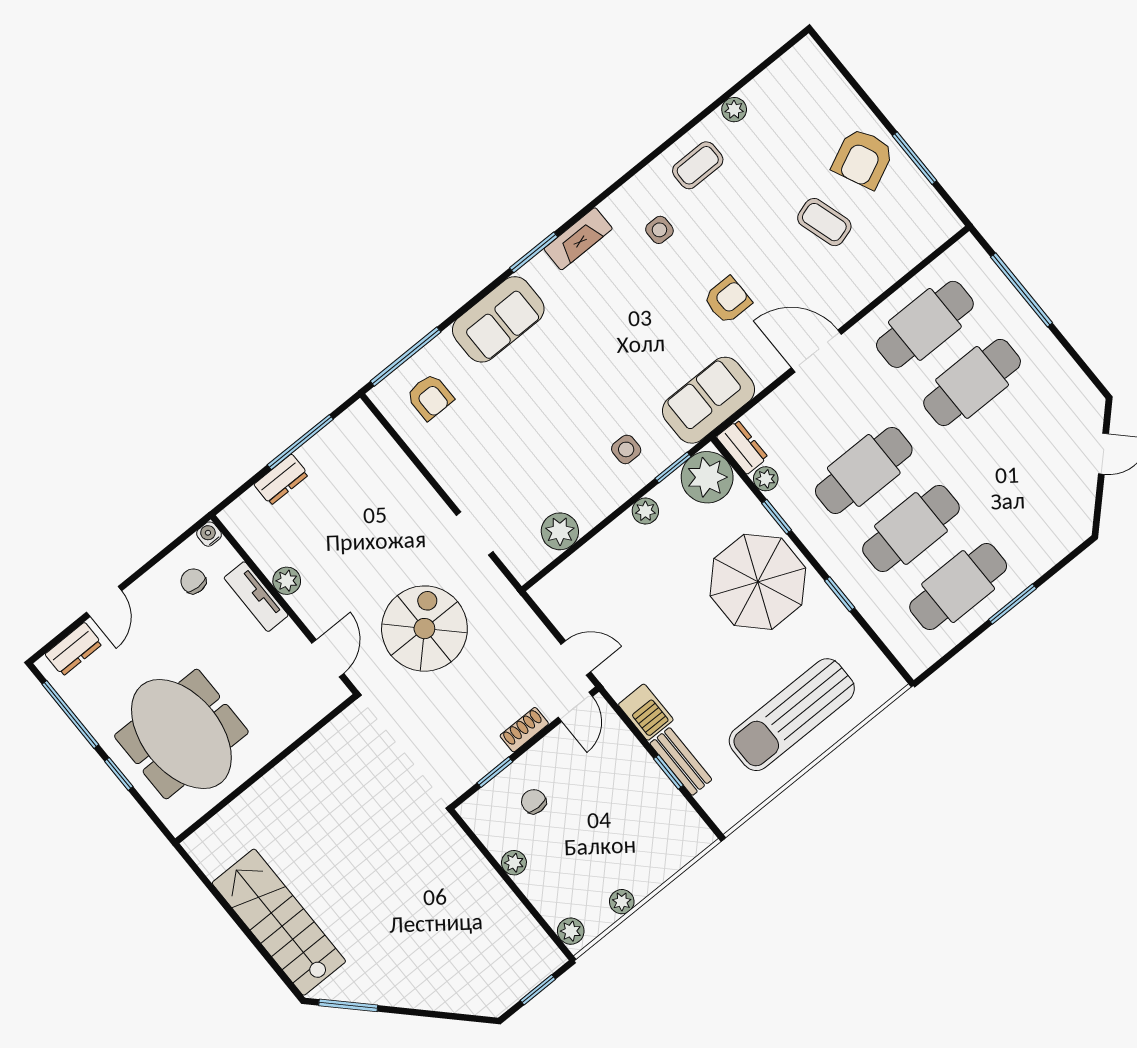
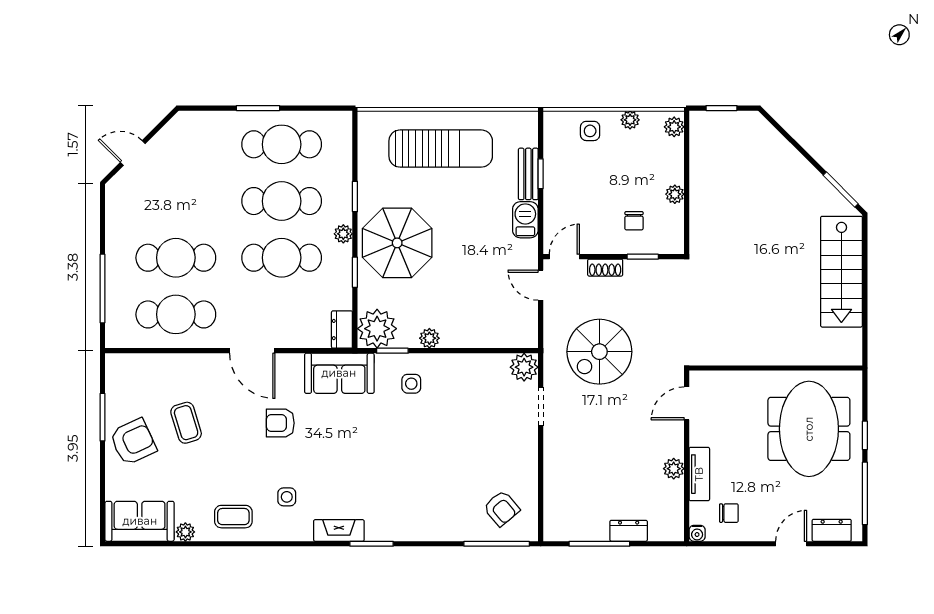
sofa: (498, 319) -> (140, 521), moved
armchair: (430, 397) -> (502, 508), turned 140
plant: (766, 479) -> (343, 234), moved
plant: (560, 531) -> (524, 367), moved
chair: (193, 581) -> (729, 513), turned -90
spiral stairs: (424, 629) -> (599, 352), moved
side table: (653, 857) -> (590, 131), added

